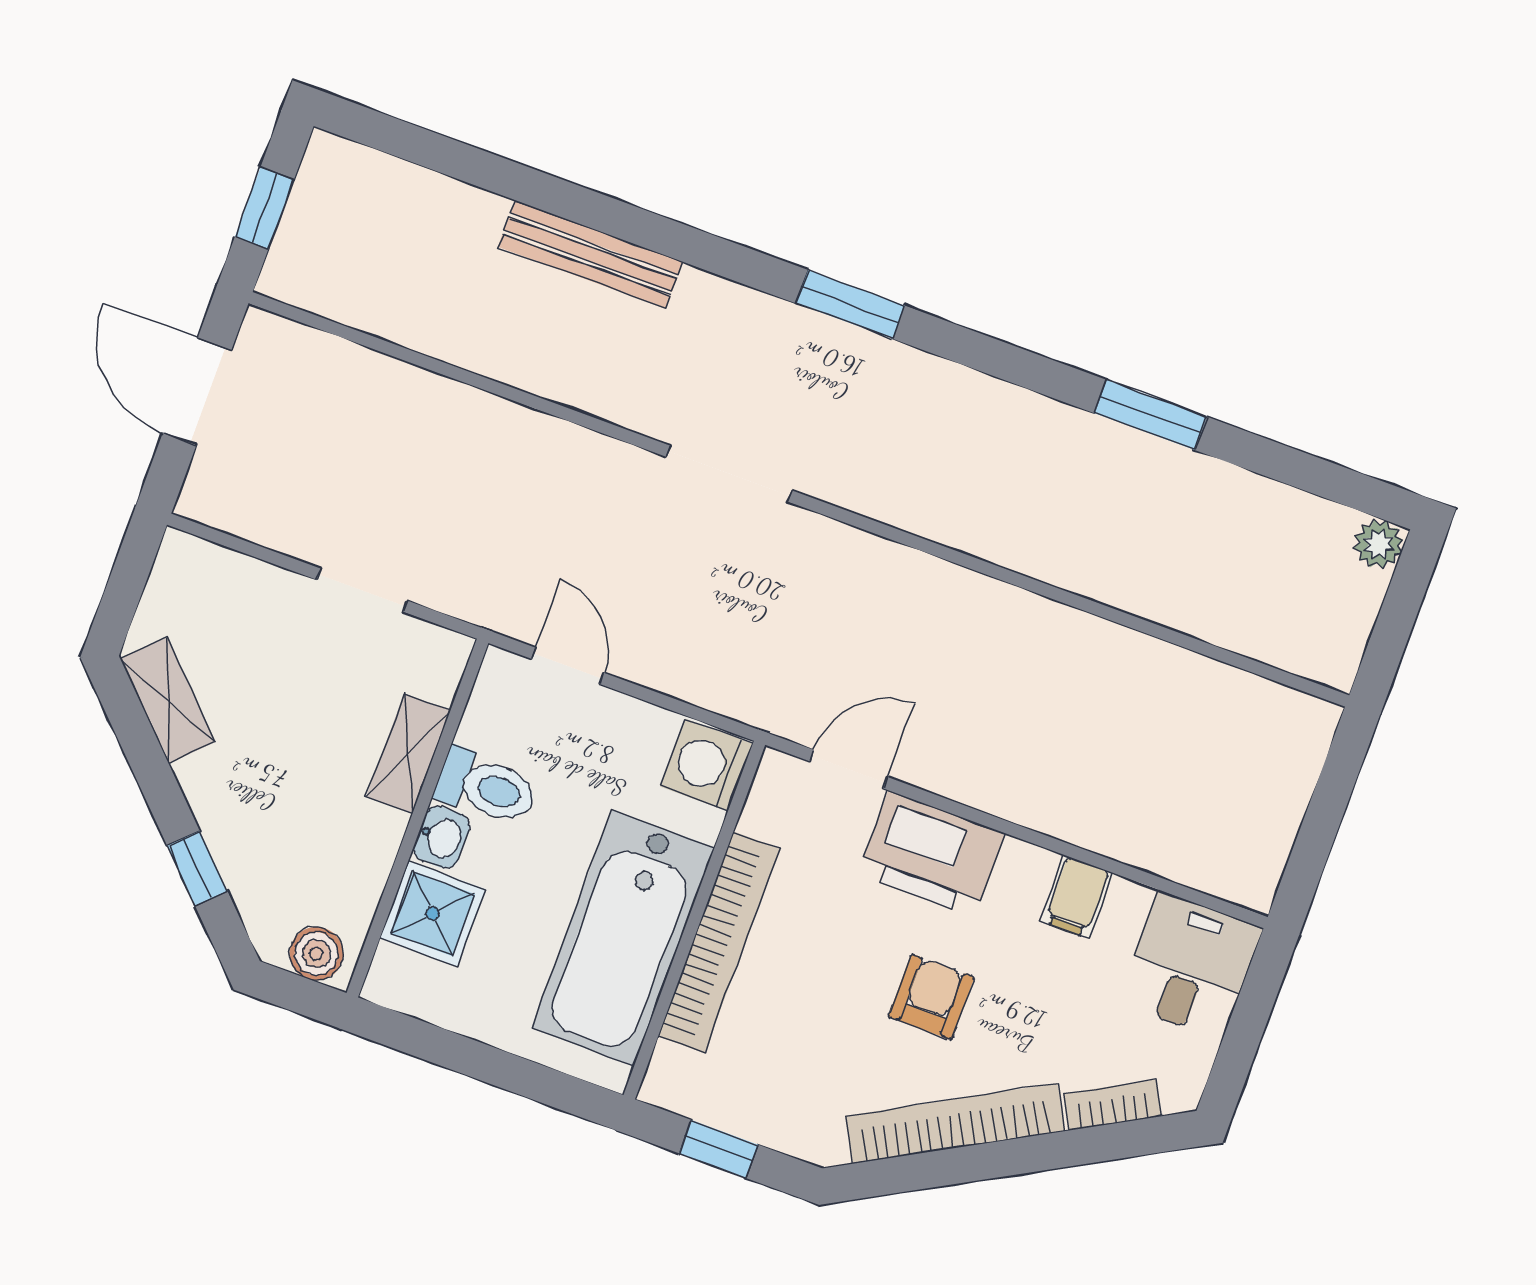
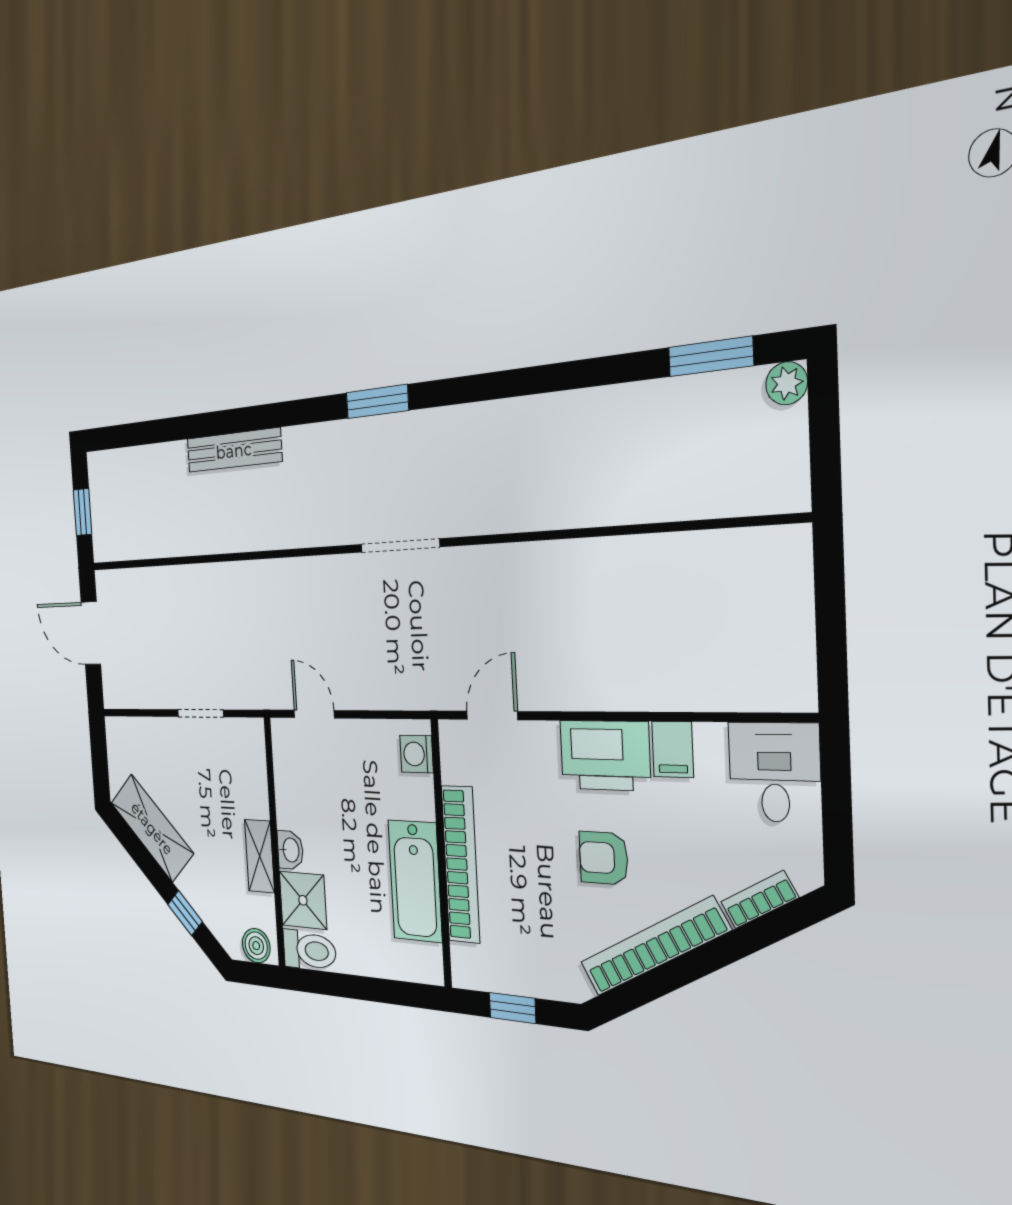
window: (1151, 415) -> (711, 356), moved
doorway: (729, 474) -> (400, 546), moved
shelving: (168, 700) -> (152, 828), width x1.50, depth x1.33
shelving: (408, 754) -> (260, 856), moved
washing machine: (707, 765) -> (417, 754), width x0.73, depth x0.73
toilet: (486, 787) -> (309, 950), moved
printer: (931, 854) -> (605, 755), moved
bathtub: (623, 938) -> (415, 881), width x0.73, depth x0.73
armchair: (931, 997) -> (604, 858), turned -90

